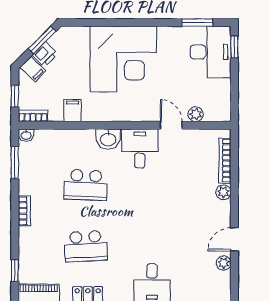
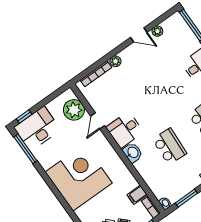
window: (197, 23) -> (25, 149), width x1.44
filing cabinet: (72, 110) -> (137, 195), moved
plant: (196, 114) -> (74, 110), width x1.87, depth x1.87

